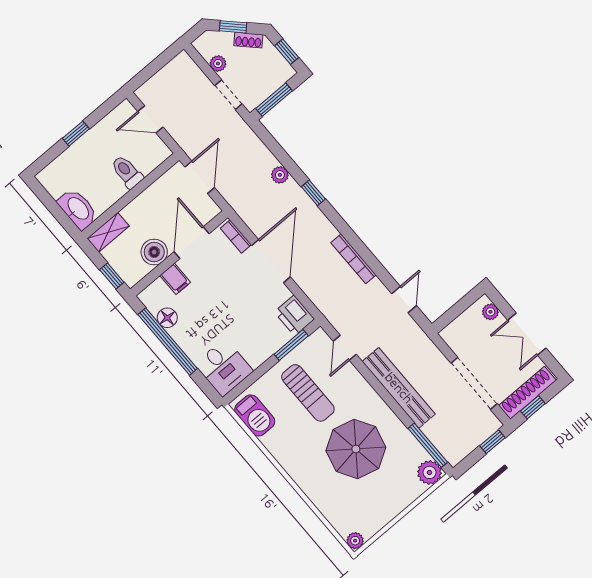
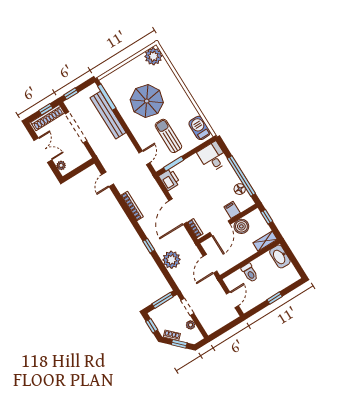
door: (150, 119) -> (232, 300), hinge flipped
plant: (280, 175) -> (171, 260), width x1.87, depth x1.87
bench: (399, 388) -> (108, 115), moved
plant: (429, 472) -> (108, 82), removed
plant: (355, 541) -> (153, 56), width x1.87, depth x1.87

